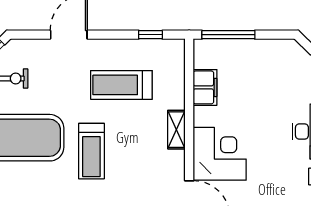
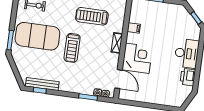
filing cabinet: (205, 87) -> (134, 28), width x0.50

